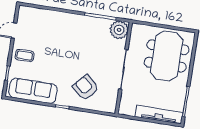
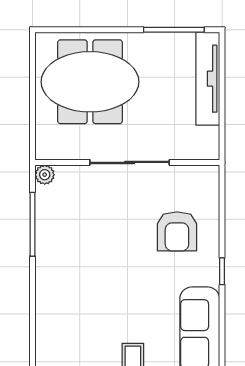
plant: (119, 30) -> (45, 175), width x0.53, depth x0.53
armchair: (86, 87) -> (177, 231), turned -42

